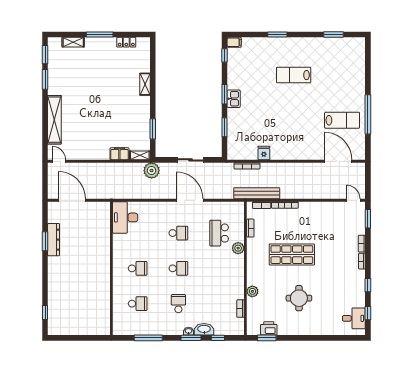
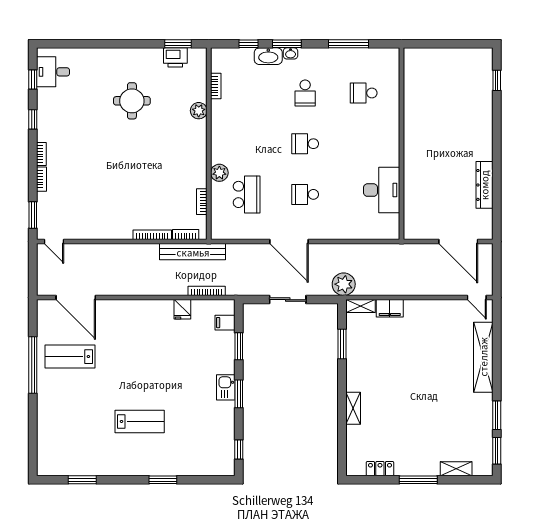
filing cabinet: (234, 42) -> (225, 323), moved
desk: (125, 217) -> (382, 190), moved
window: (45, 241) -> (497, 183), removed
shop shelf: (292, 255) -> (142, 164), removed
school desk: (138, 268) -> (364, 144), removed

